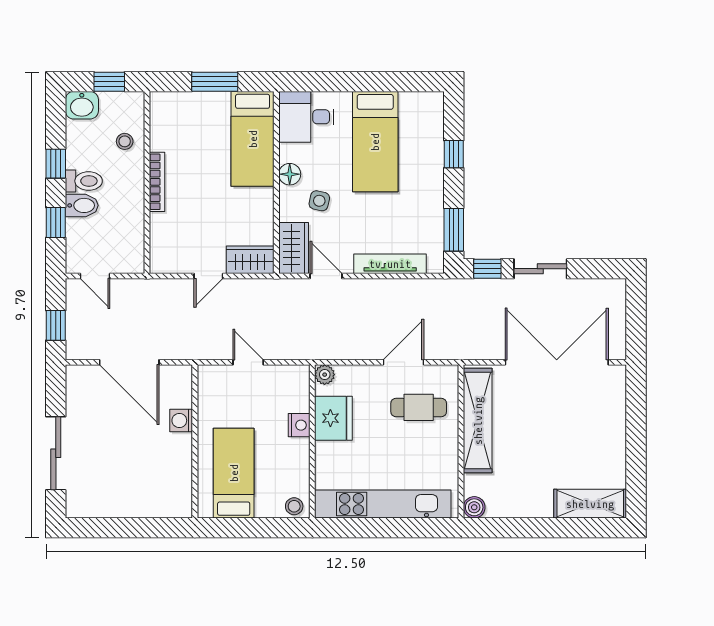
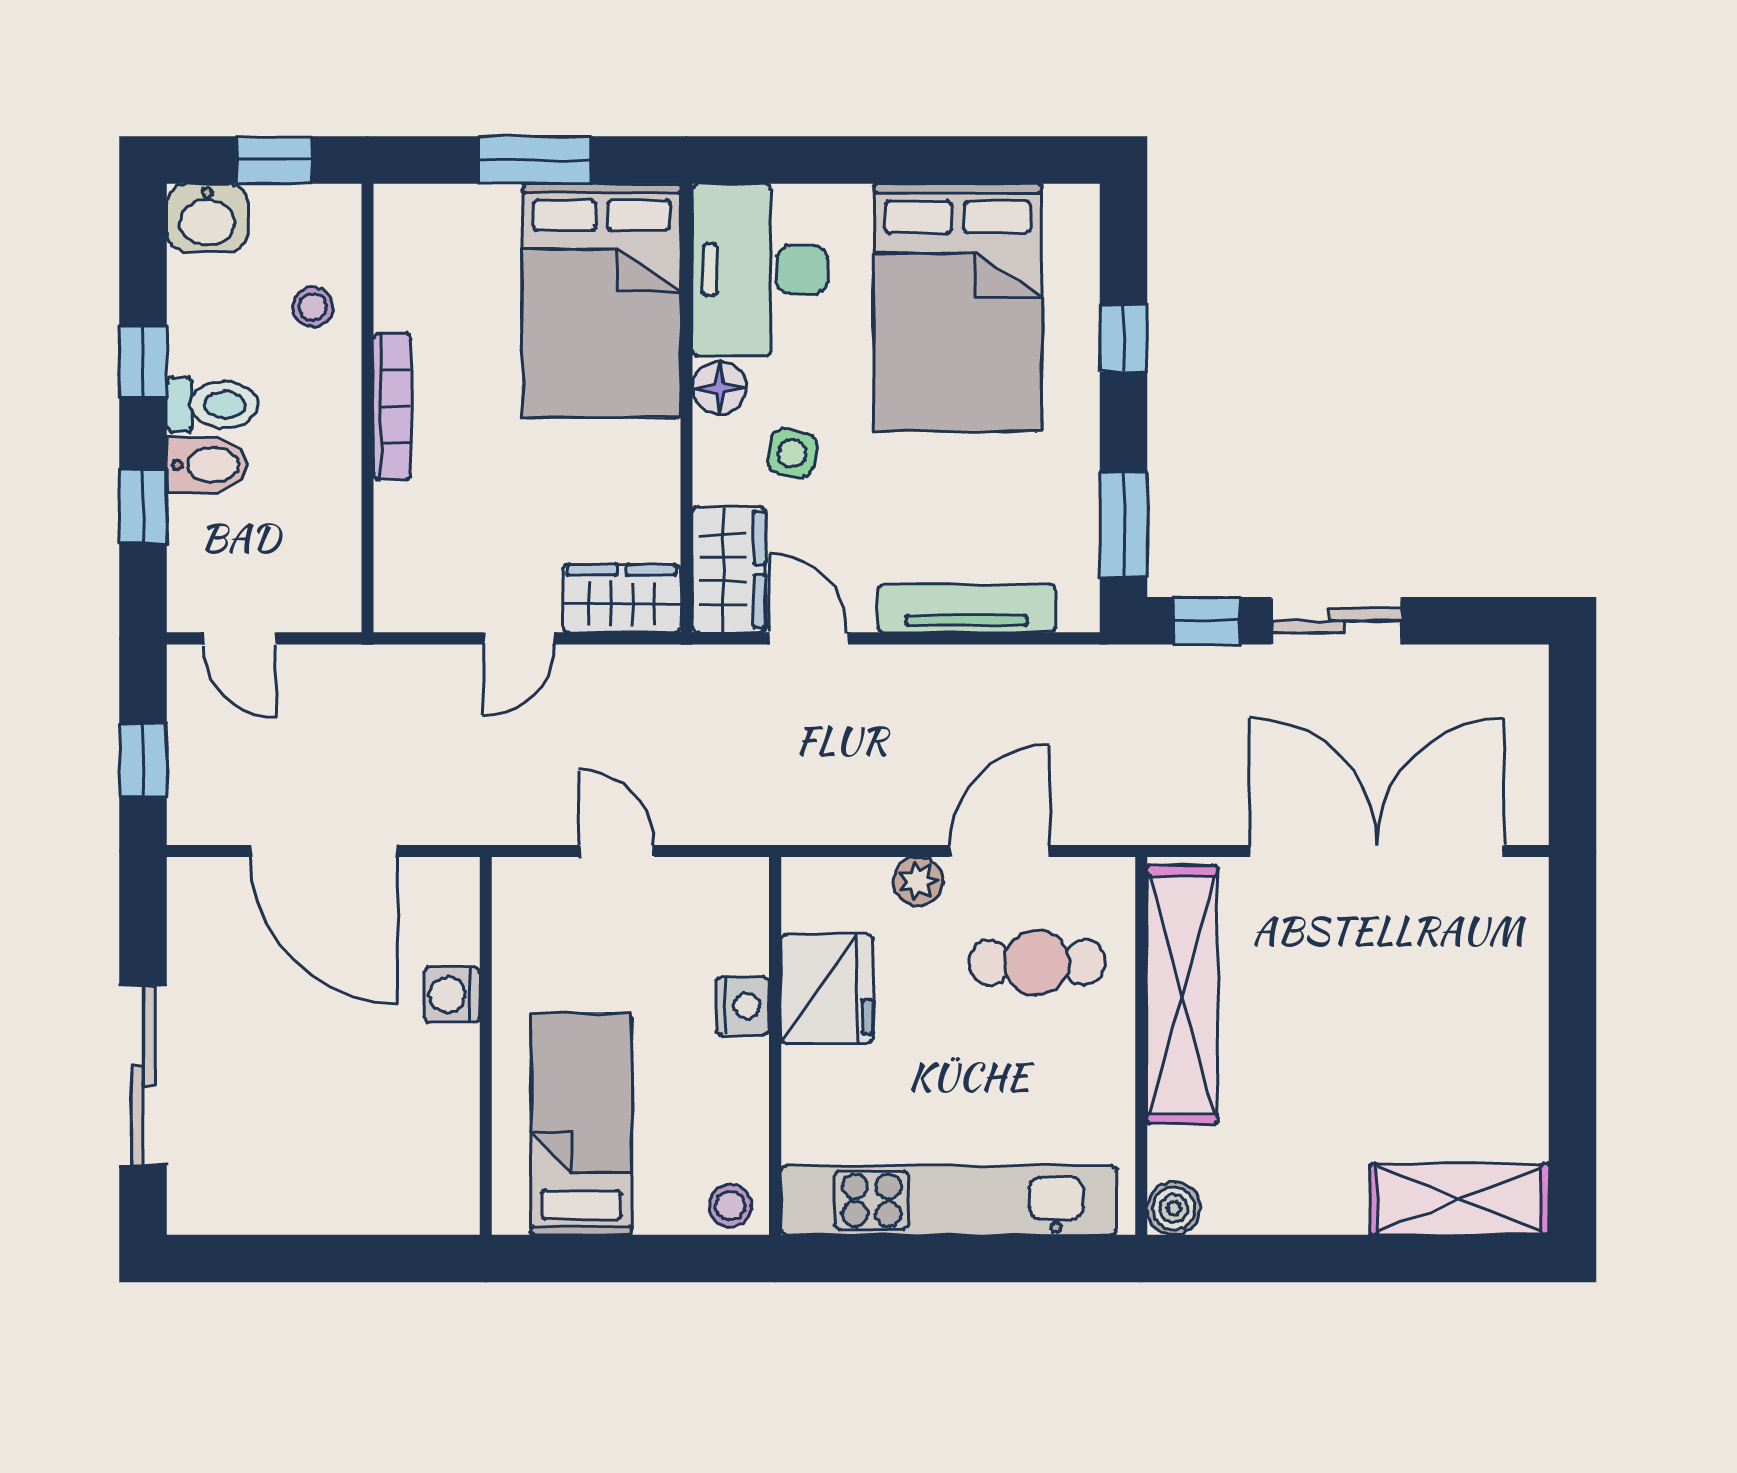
desk: (306, 117) -> (760, 270), width x1.37
bed: (253, 139) -> (602, 301), width x1.50
bed: (375, 142) -> (958, 307), width x1.50
plant: (325, 375) -> (918, 881), moved

